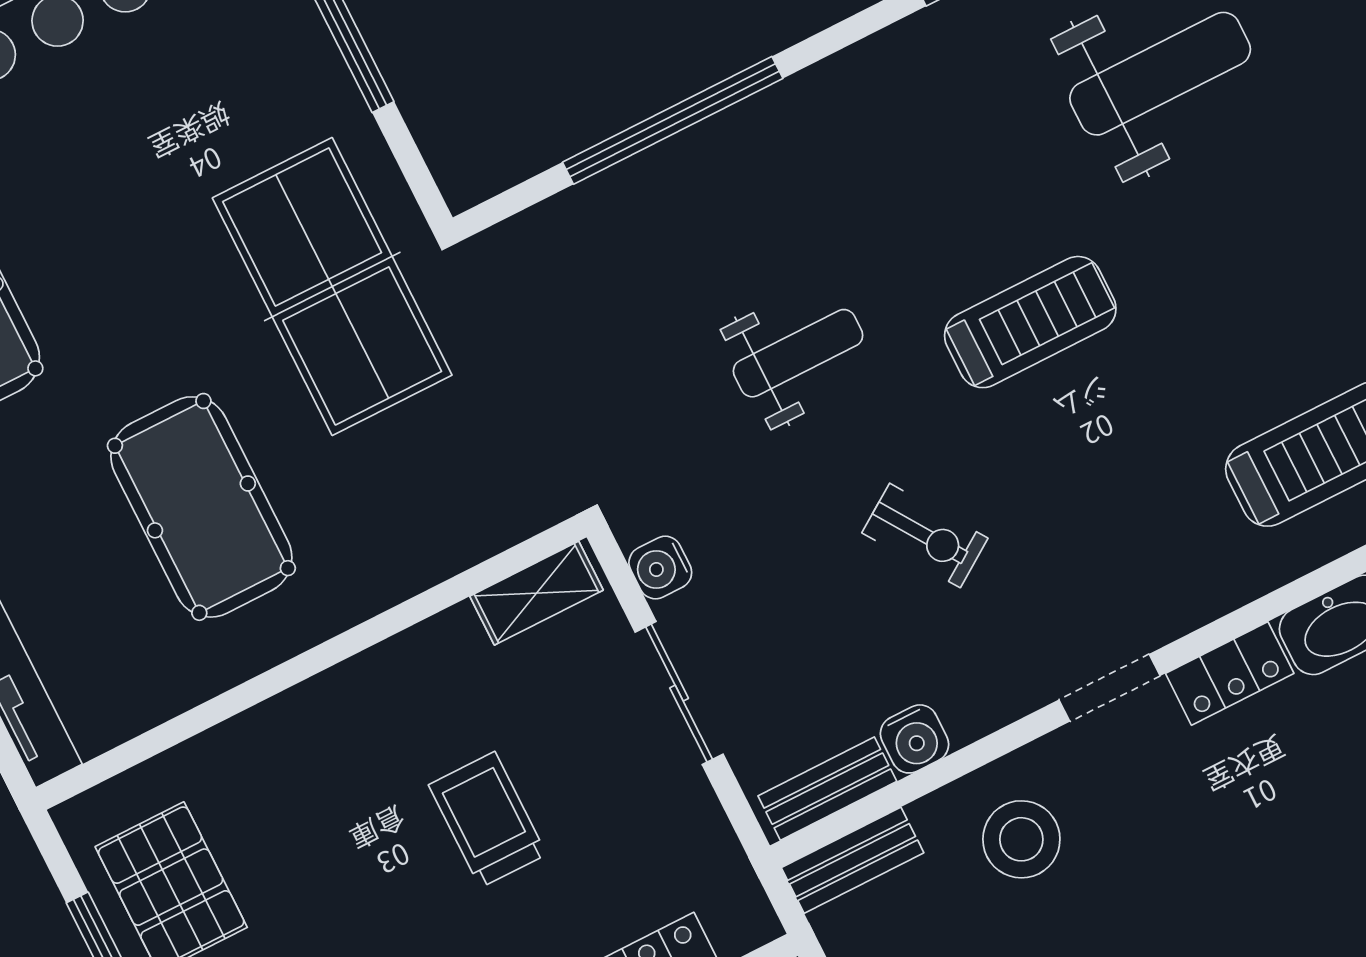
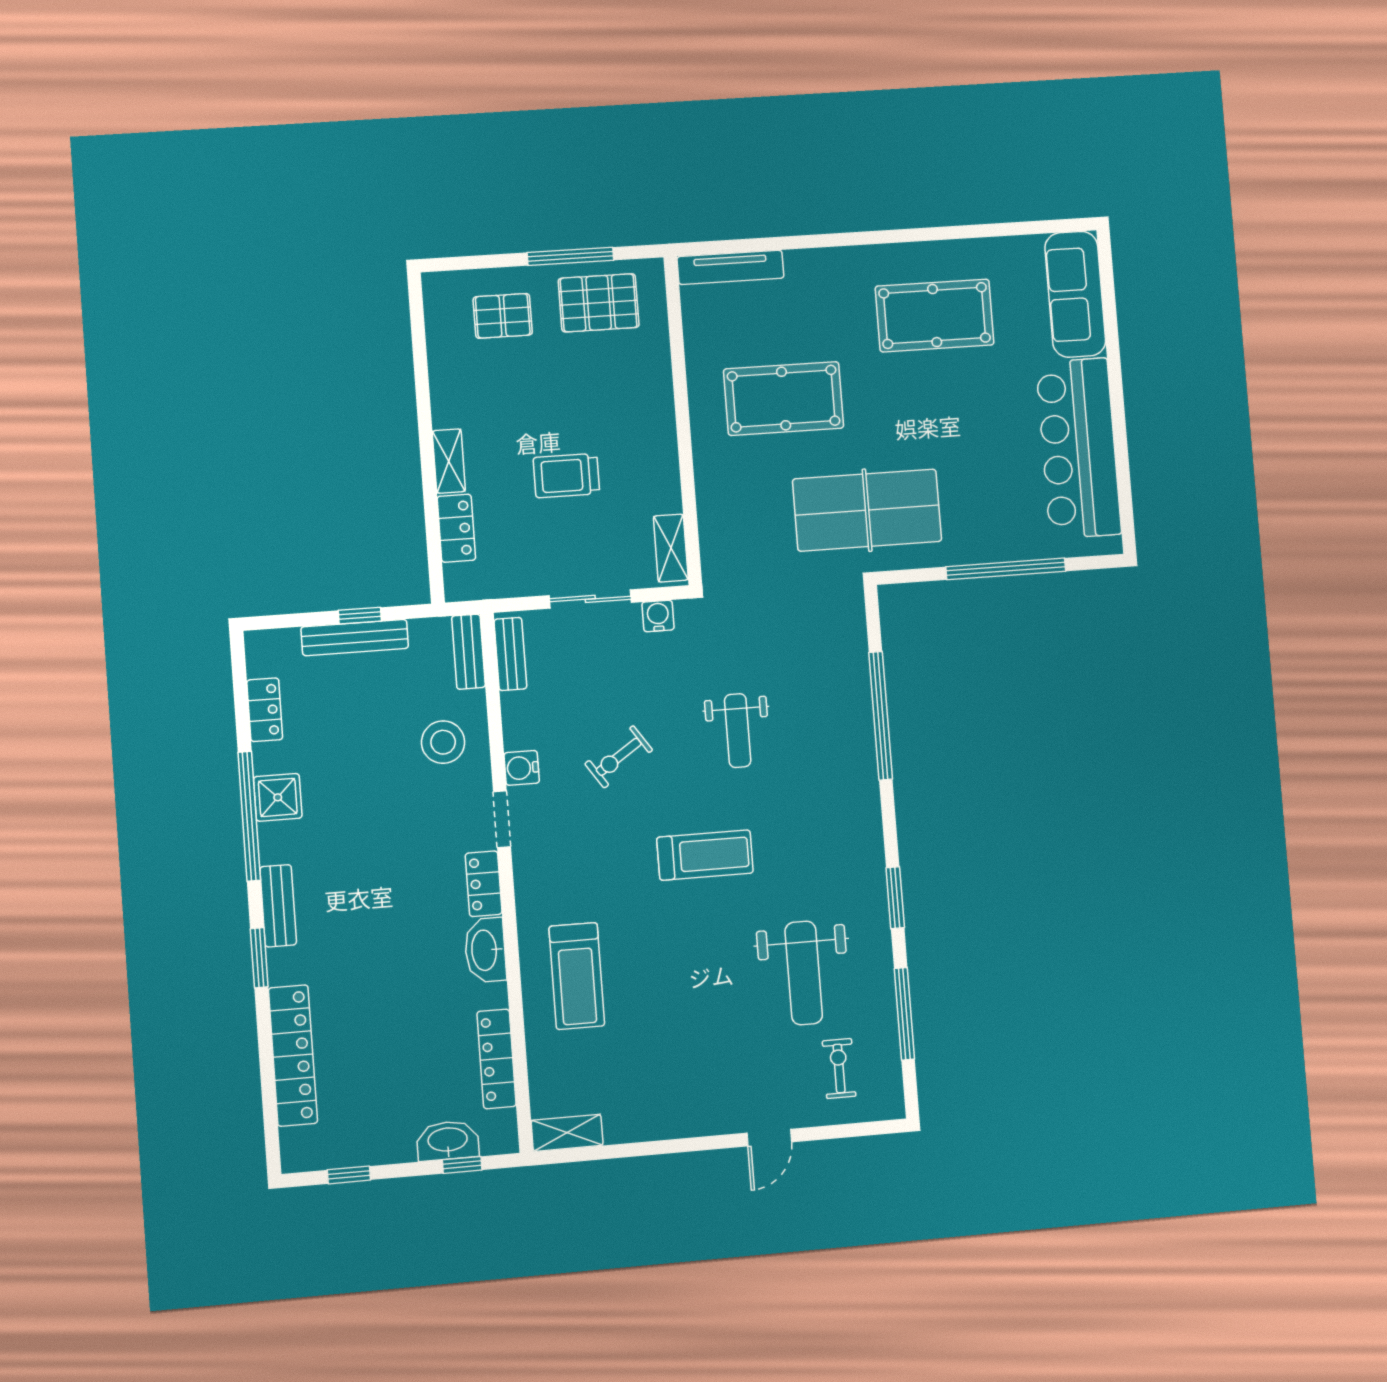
treadmill: (1030, 322) -> (705, 855), turned -90
water cooler: (915, 739) -> (522, 768), moved
trolley: (488, 820) -> (566, 476), turned 180

